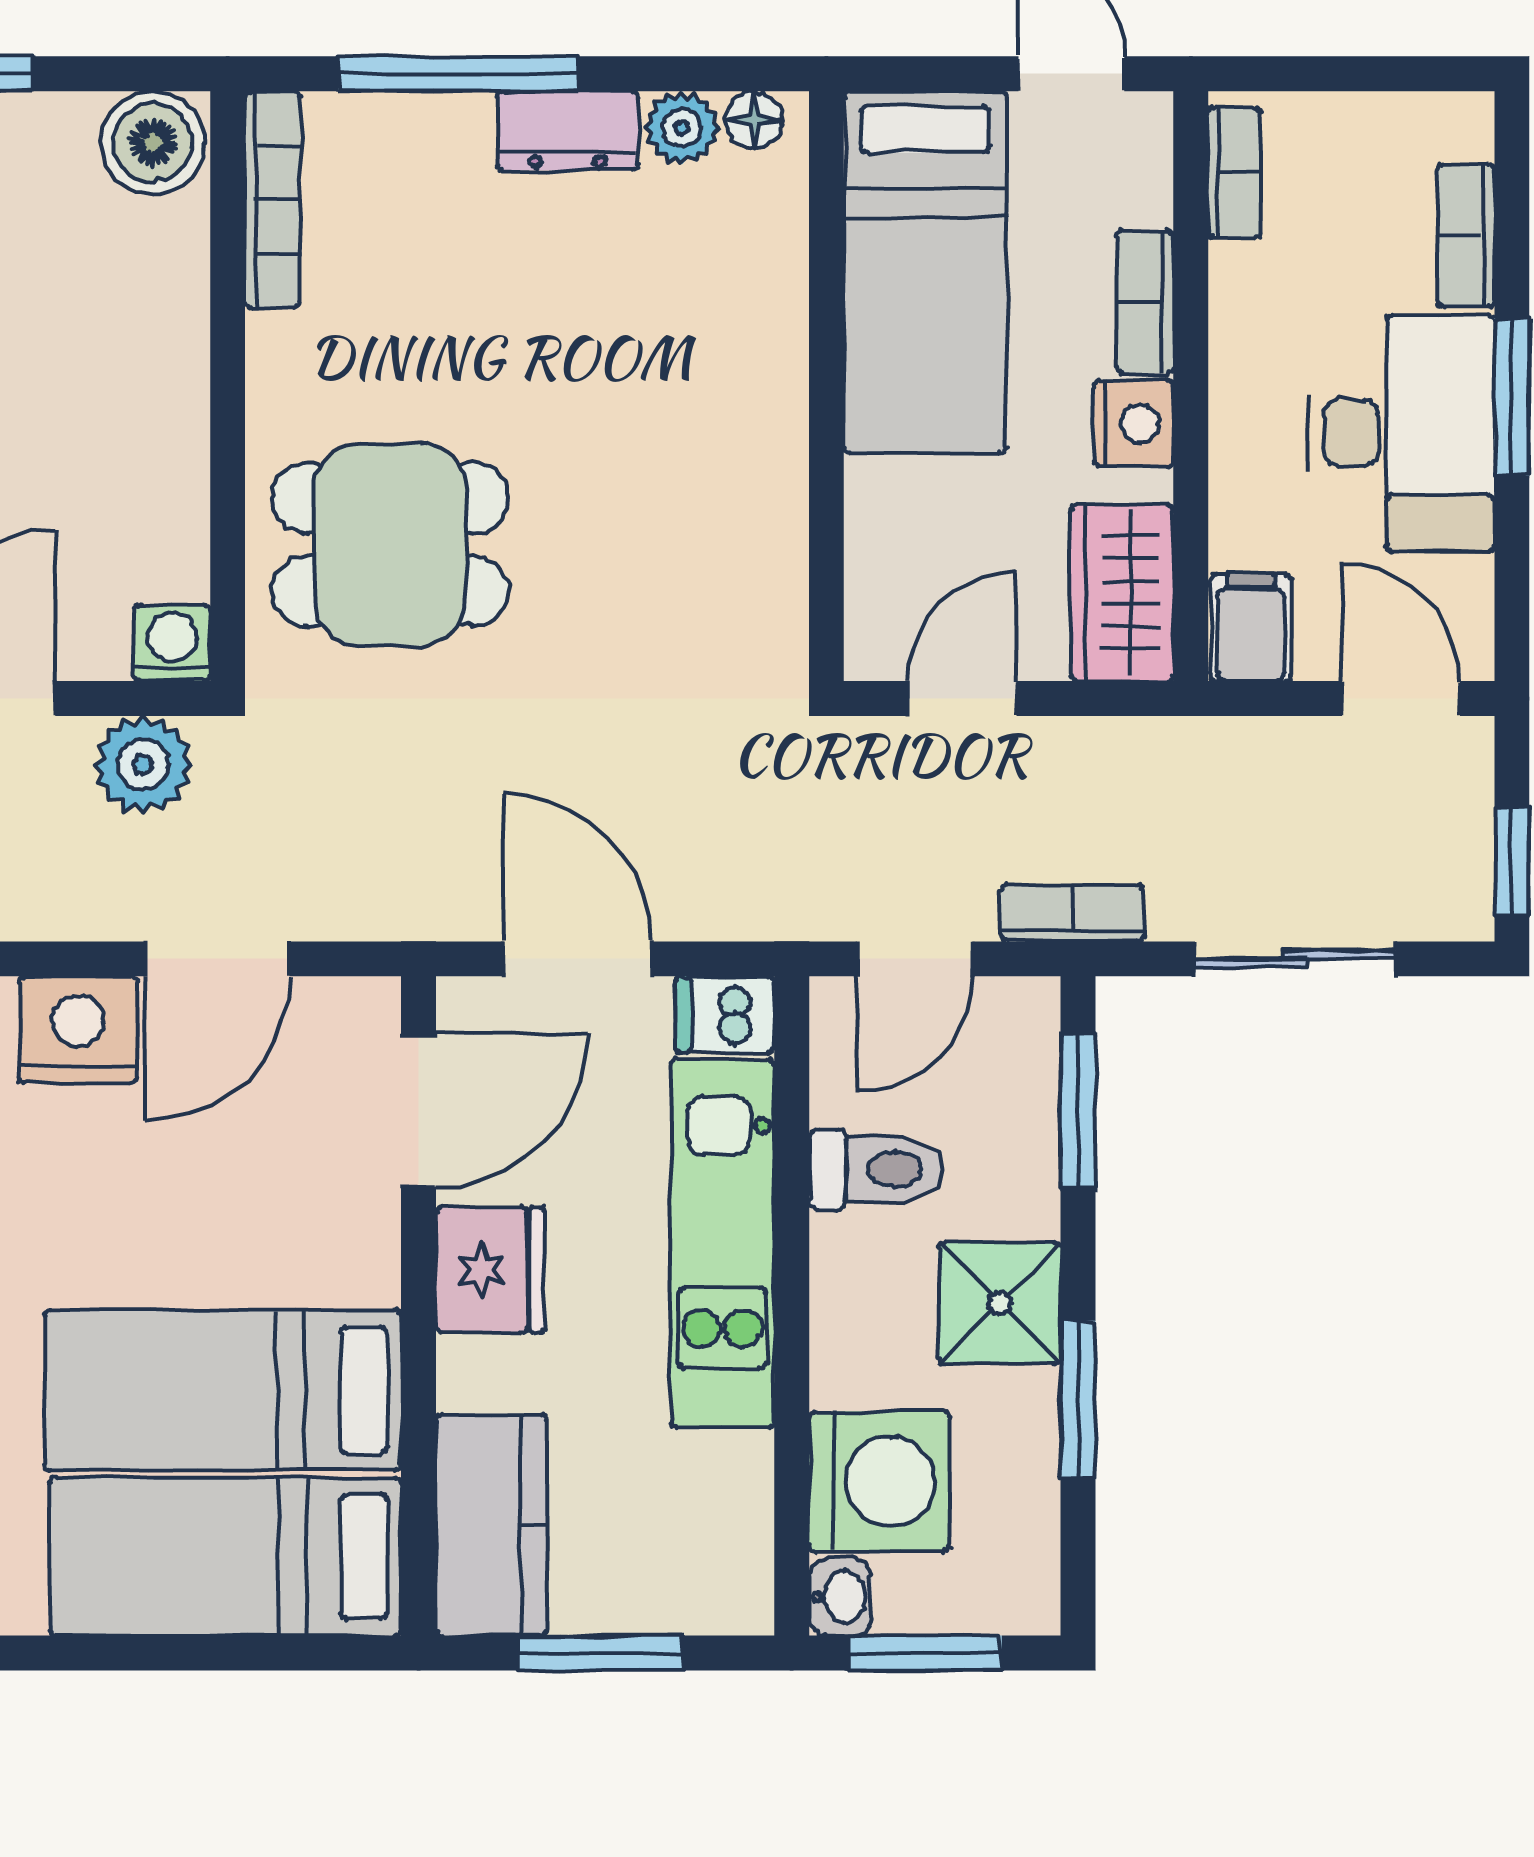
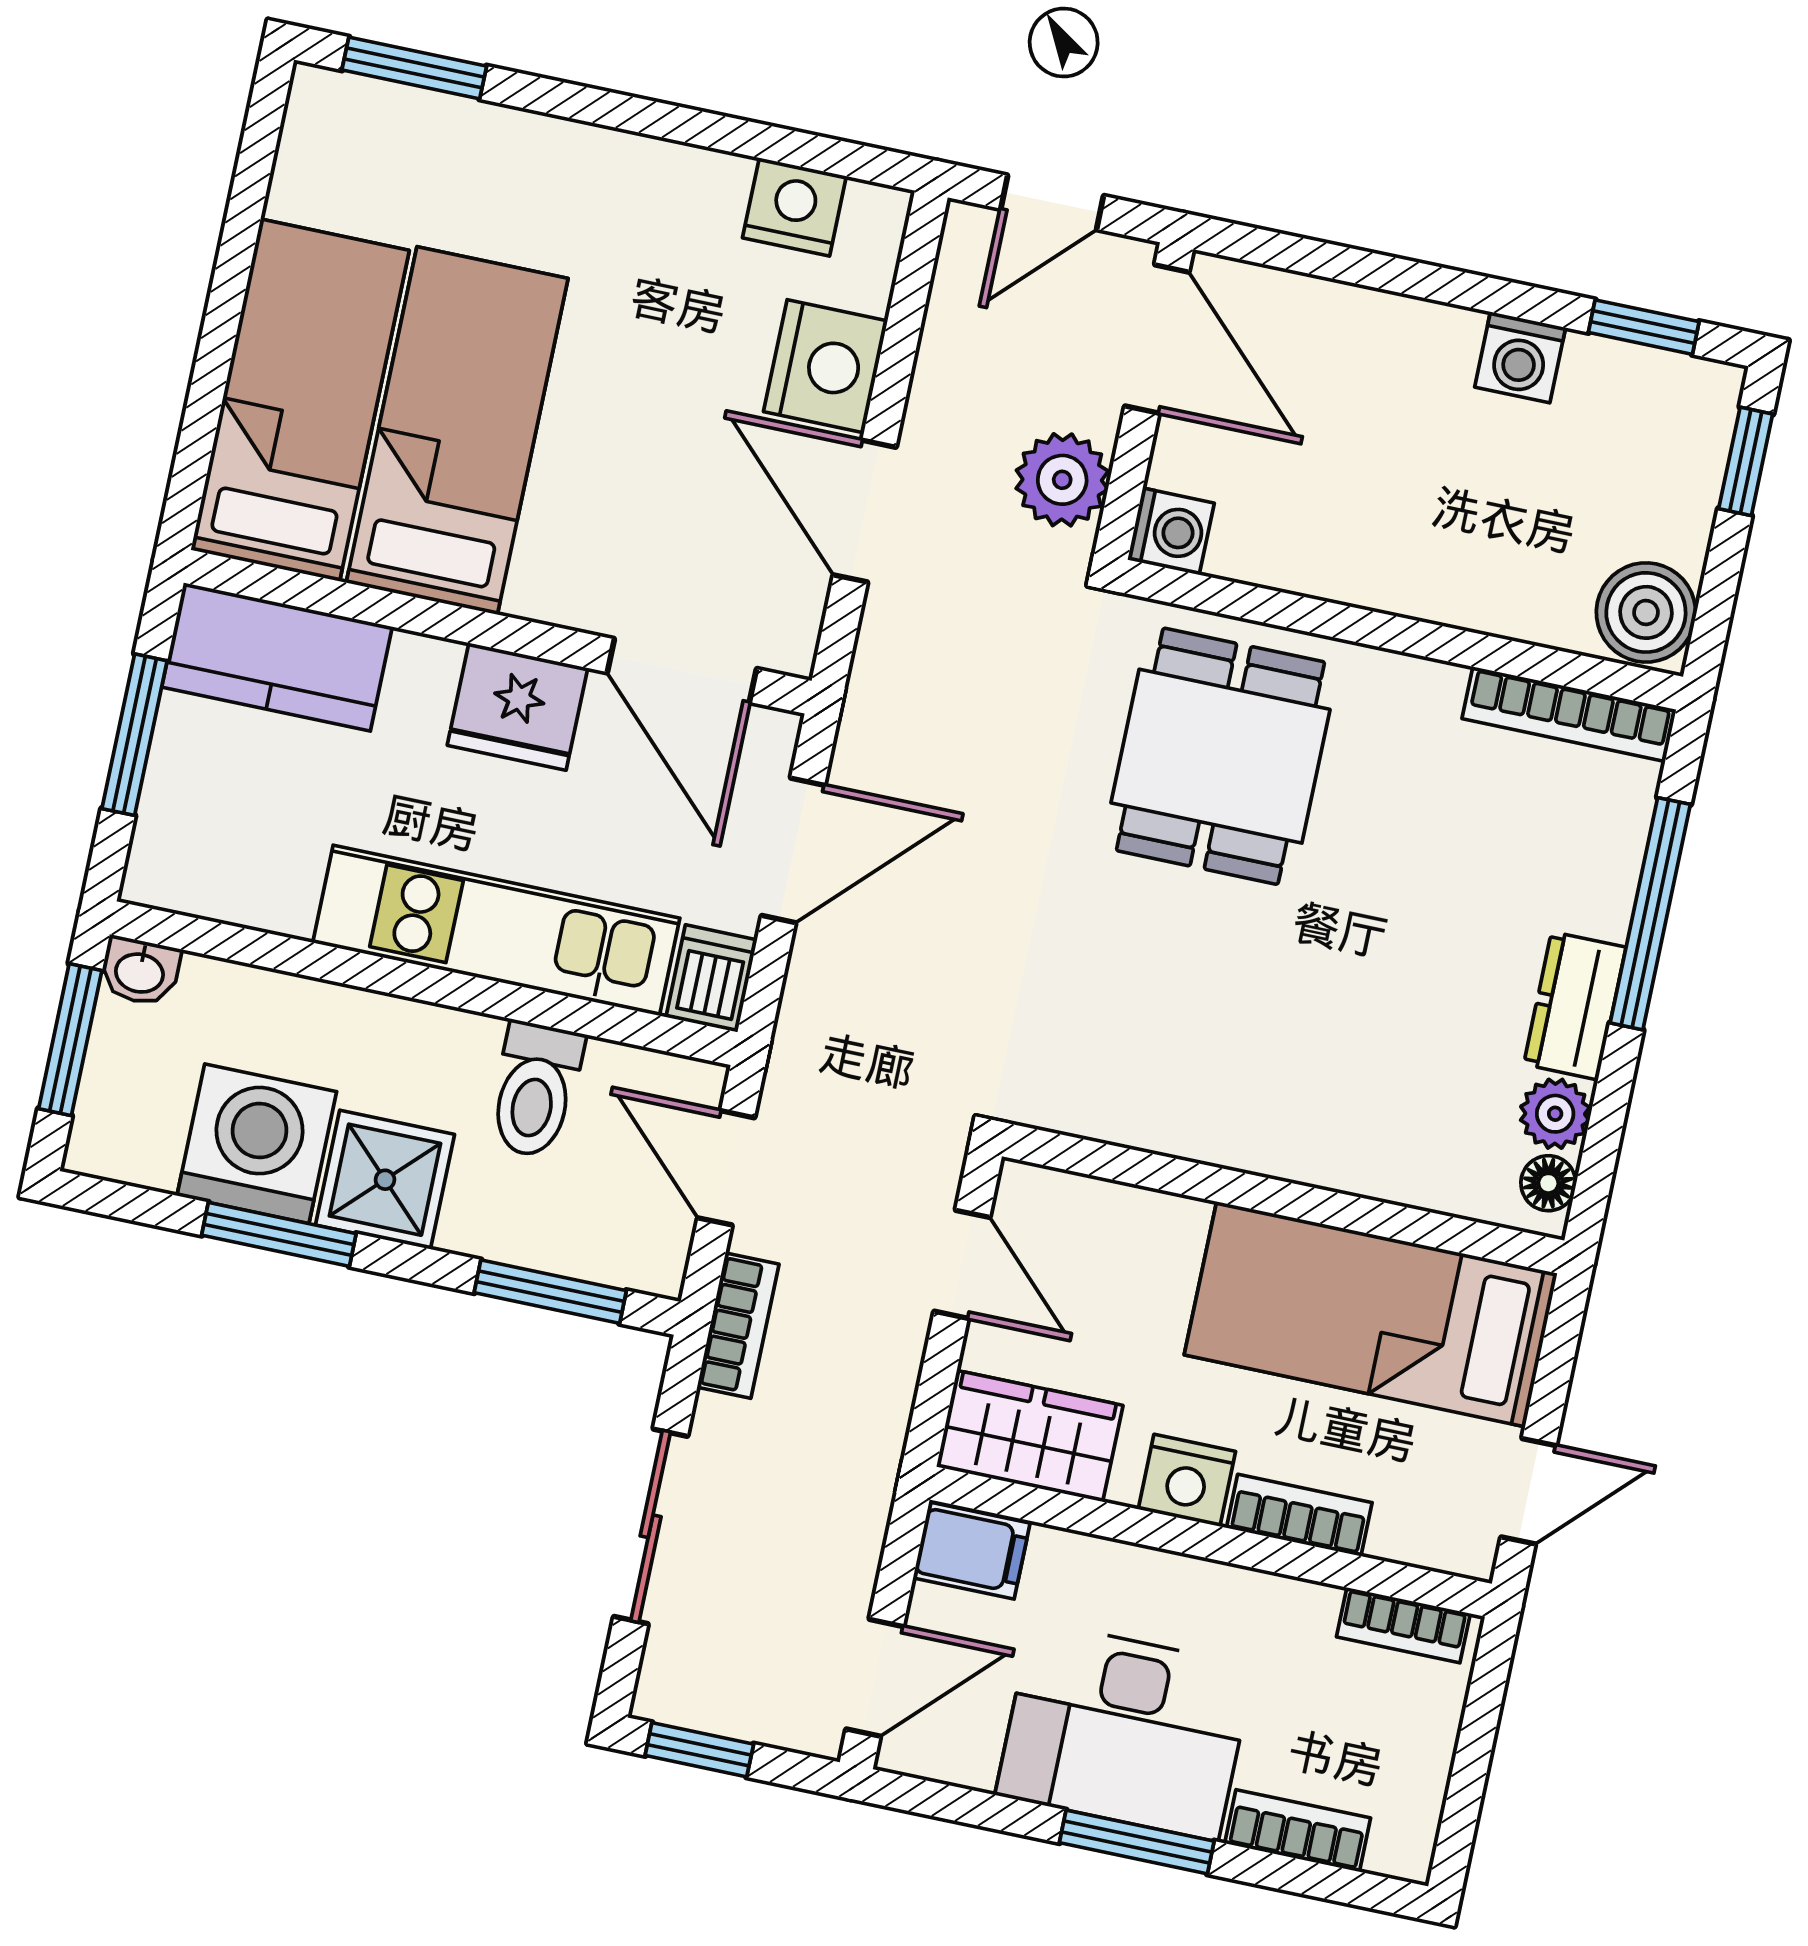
washing machine: (879, 1481) -> (257, 1144), moved, turned 180

